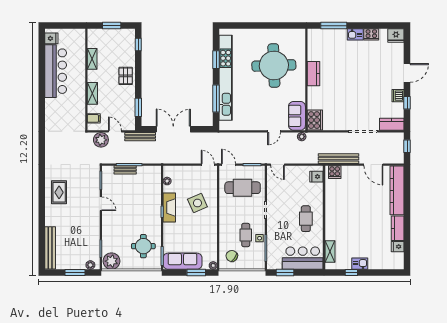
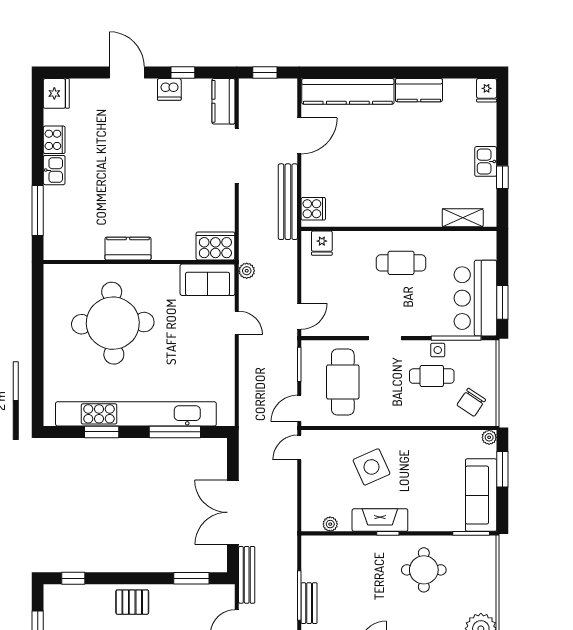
round table: (143, 246) -> (424, 570), moved
fridge: (398, 247) -> (487, 90), moved
bar counter: (303, 258) -> (475, 298), moved

